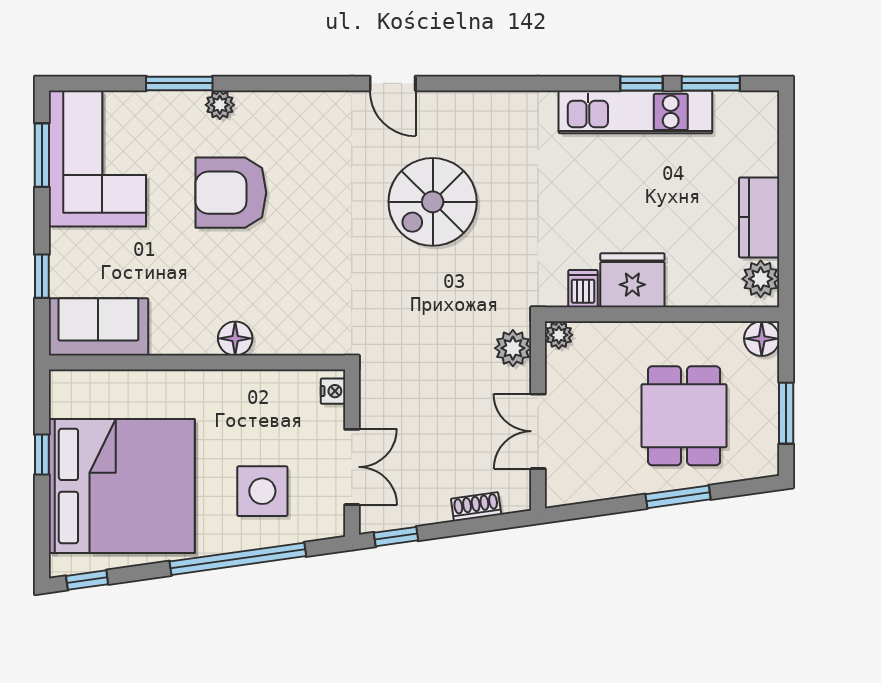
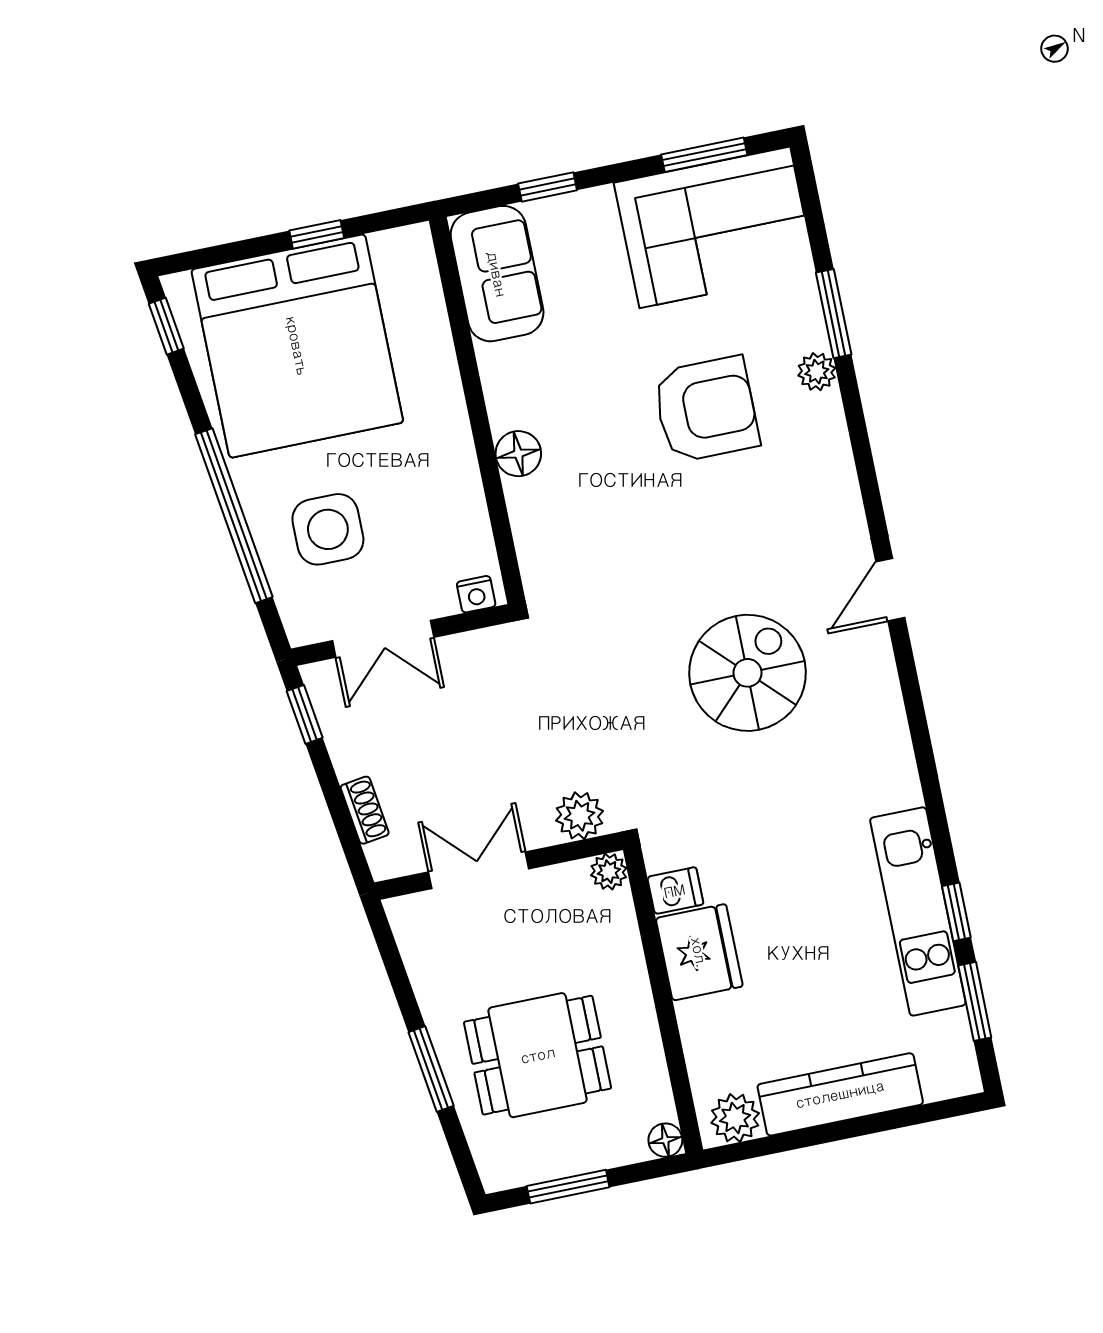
armchair: (231, 193) -> (706, 409), turned 90
spiral stairs: (433, 202) -> (748, 673), turned 90
kitchen counter: (759, 217) -> (840, 1094), width x1.50
floor lamp: (762, 339) -> (665, 1140), width x0.73, depth x0.73

